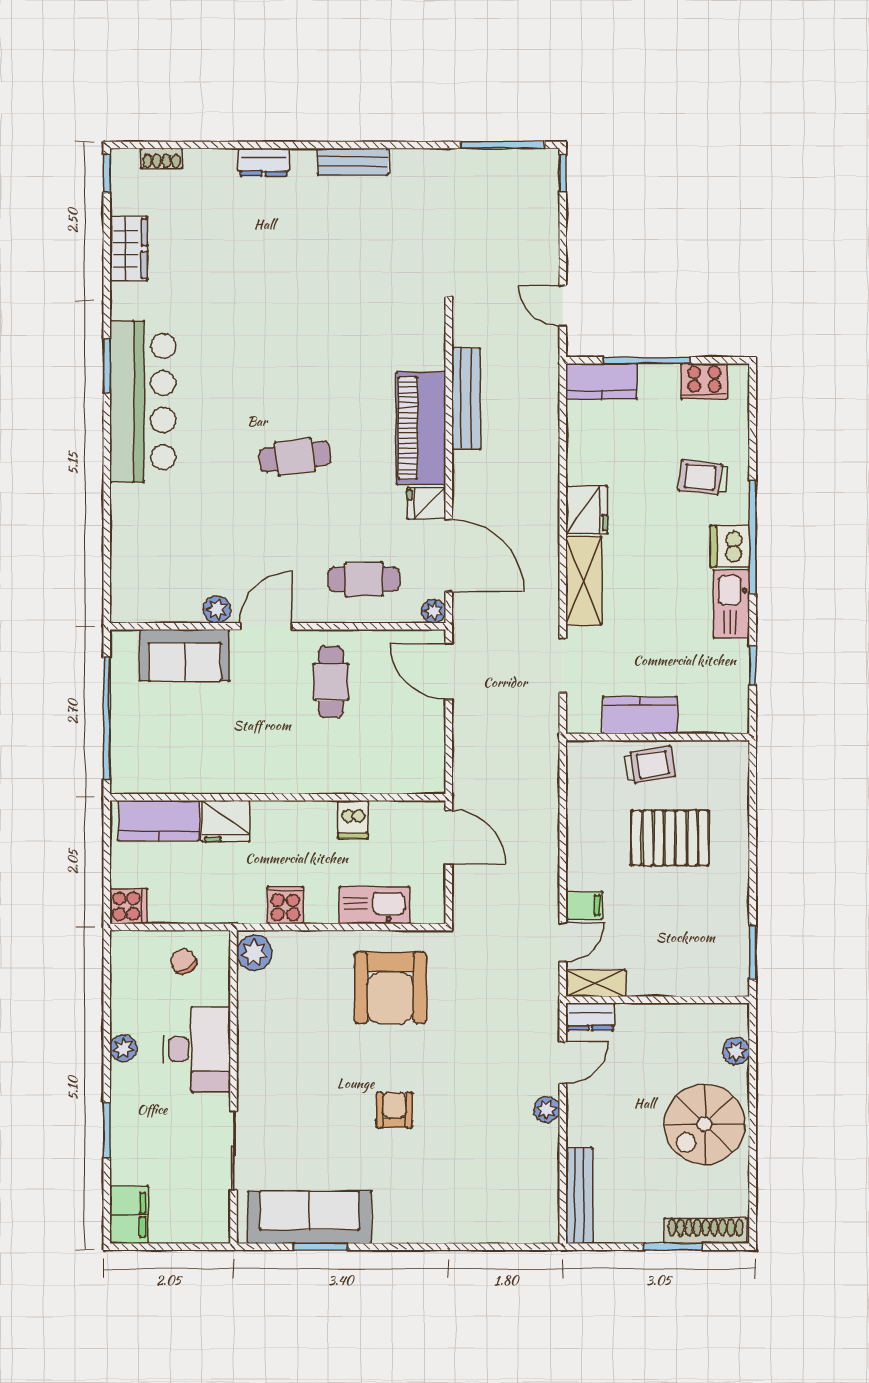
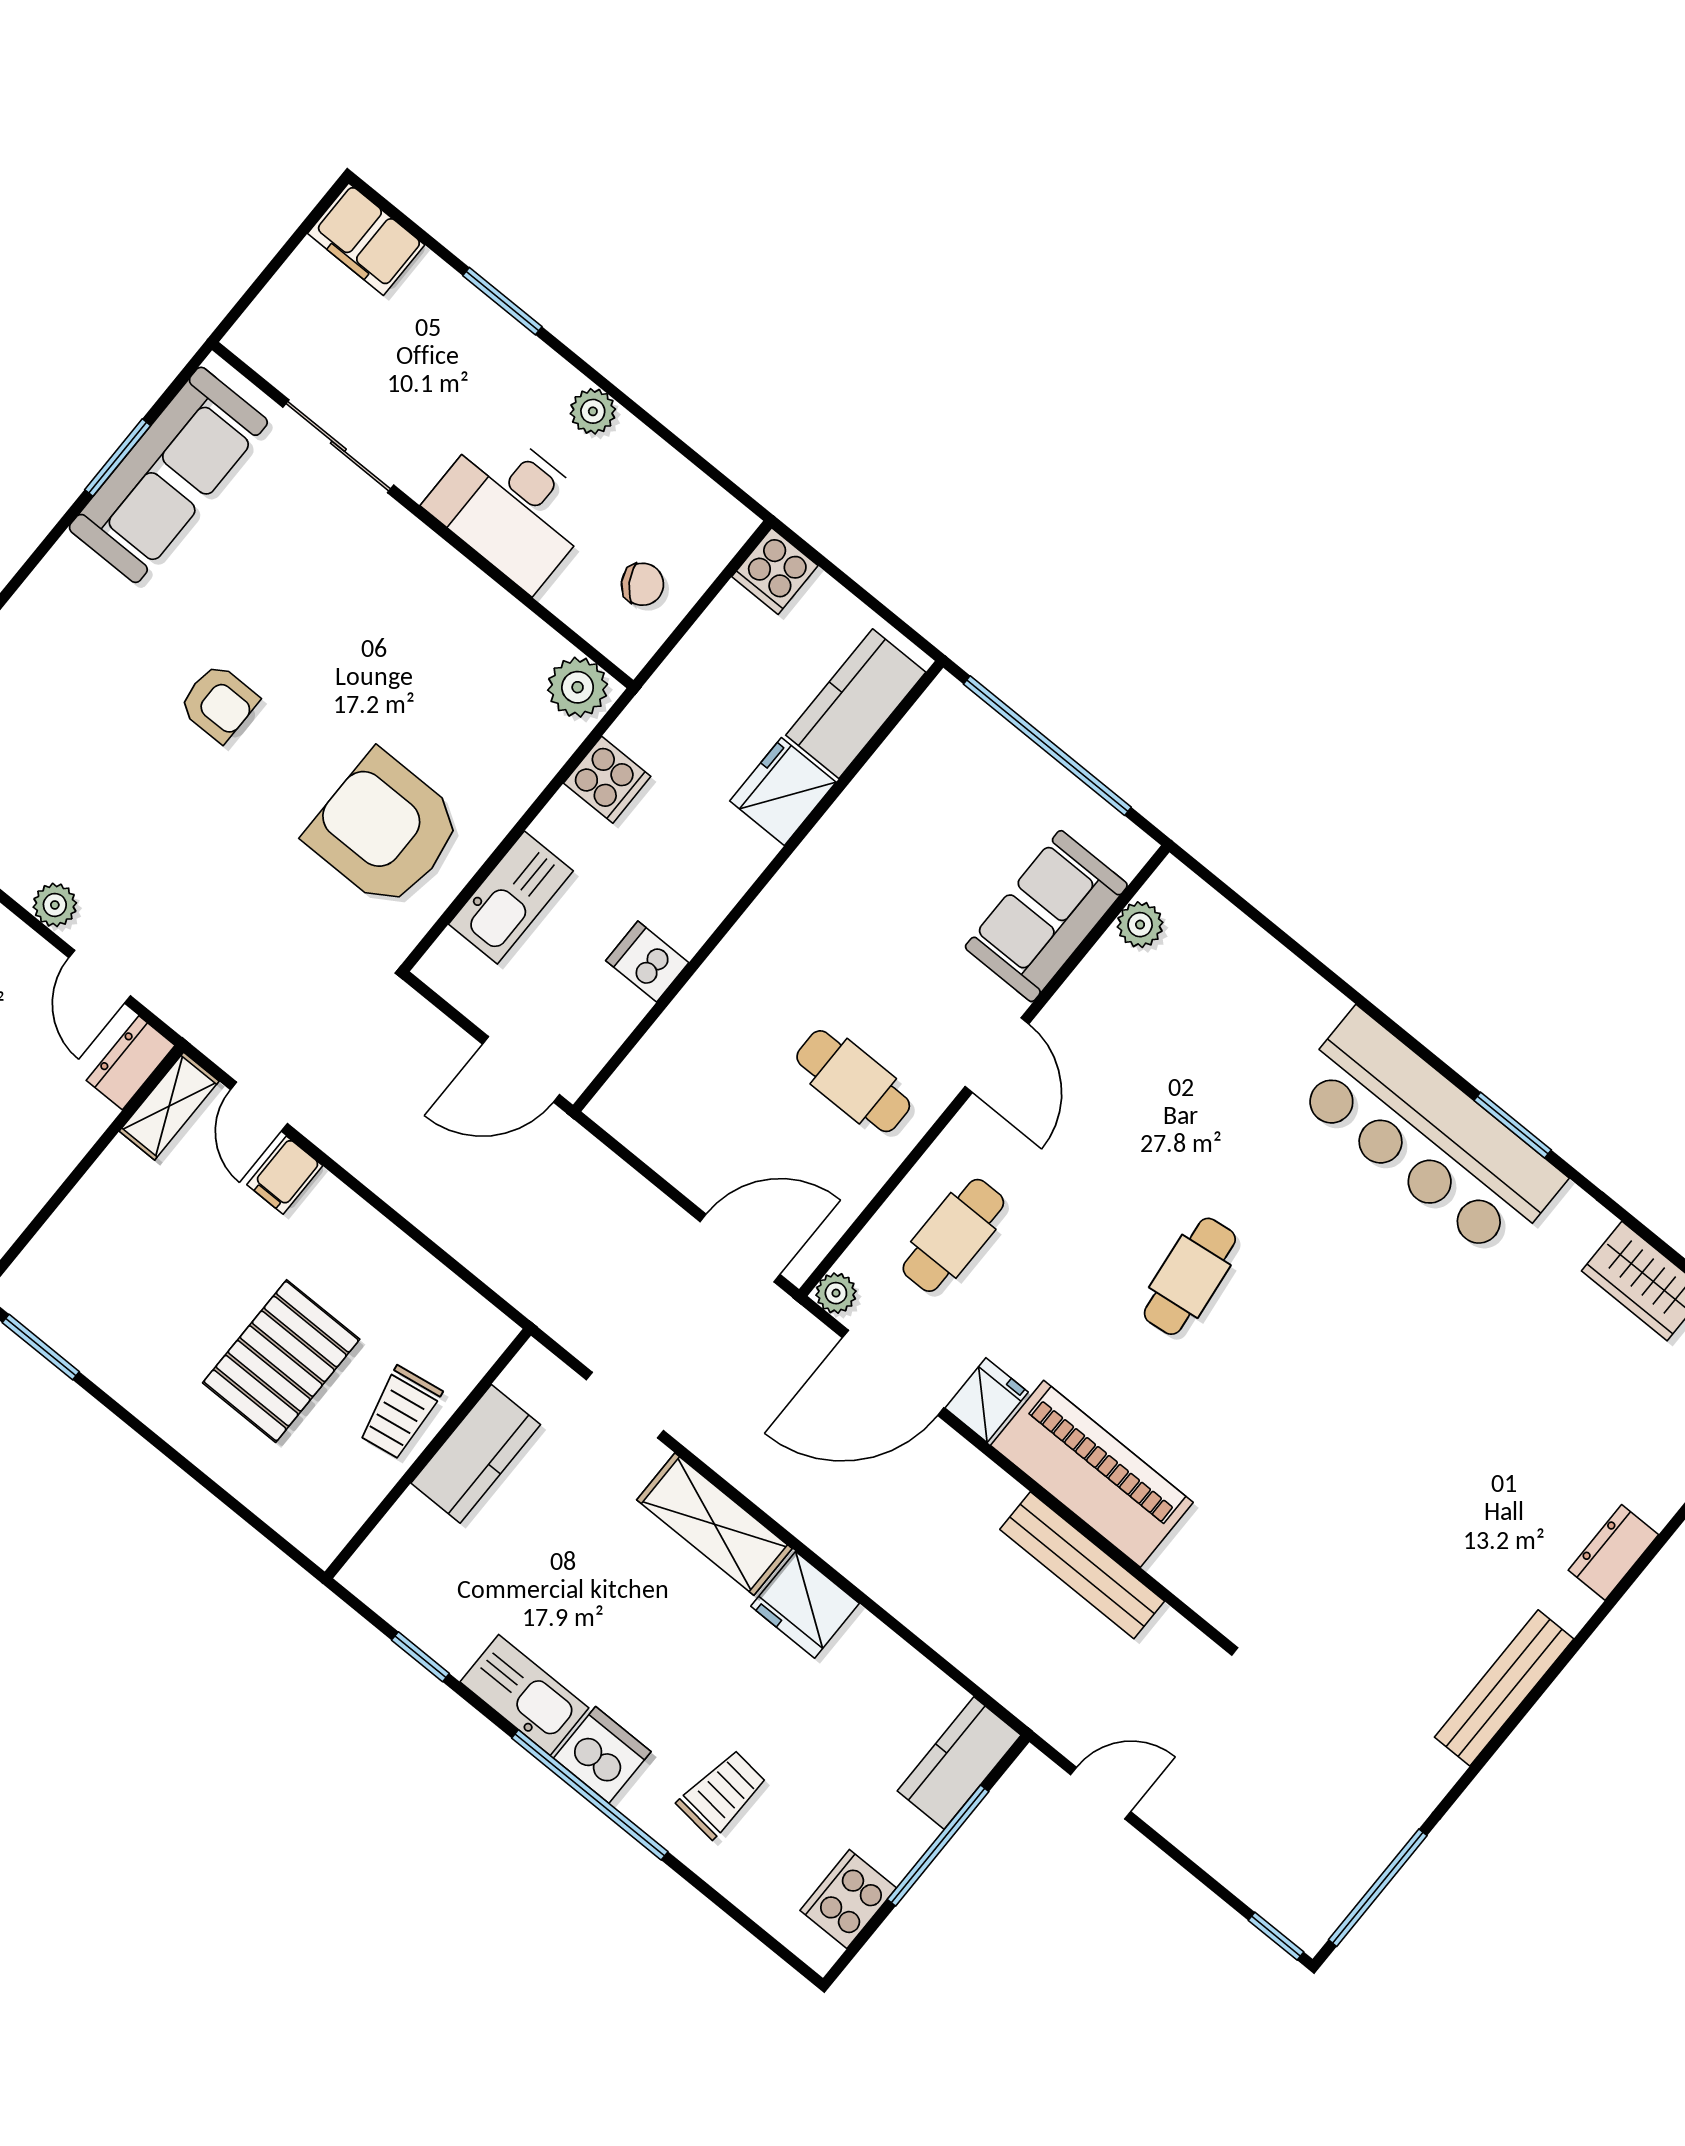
bench: (353, 162) -> (1504, 1688), width x1.36
plant: (217, 610) -> (1140, 925), moved

